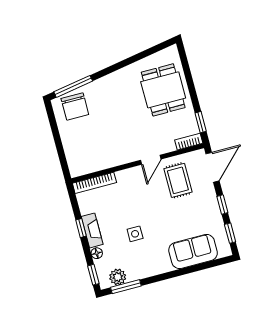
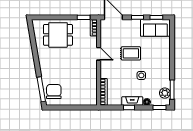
chair: (75, 107) -> (54, 92), turned -90
rug: (178, 180) -> (131, 53), moved
sofa: (193, 252) -> (155, 28), moved, turned -90

